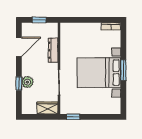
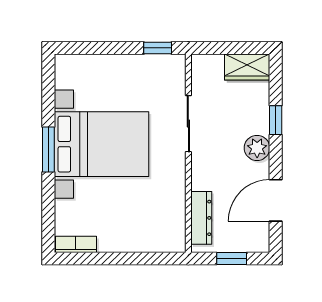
dresser: (53, 50) -> (201, 218), moved
plant: (27, 82) -> (257, 148), moved
wardrobe: (48, 108) -> (247, 67), moved

